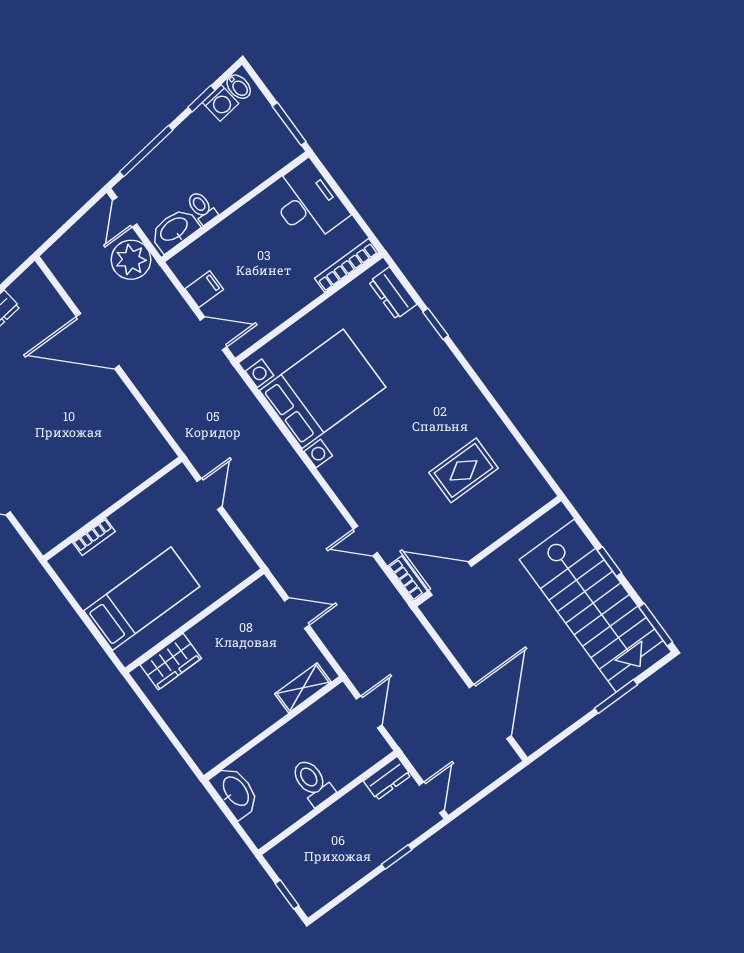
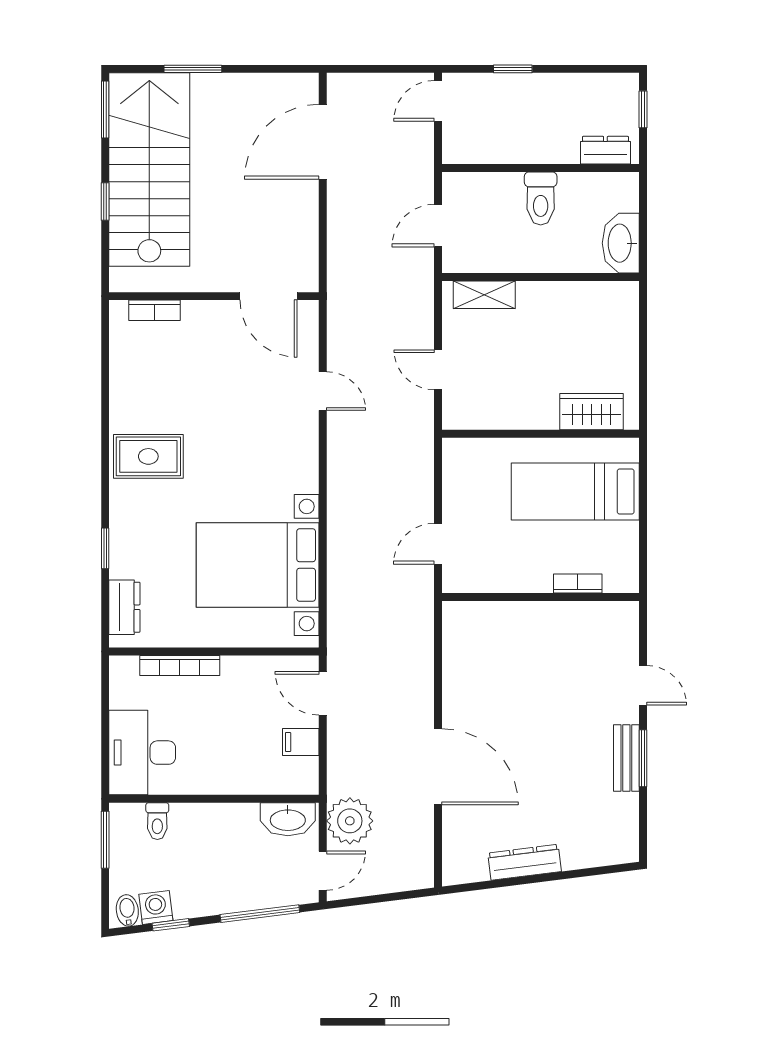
toilet: (202, 208) -> (157, 821), moved
bookcase: (347, 265) -> (180, 665), moved
rug: (464, 470) -> (148, 456), moved
bookcase: (408, 579) -> (155, 310), moved, turned -90
dresser: (387, 778) -> (605, 150), moved

